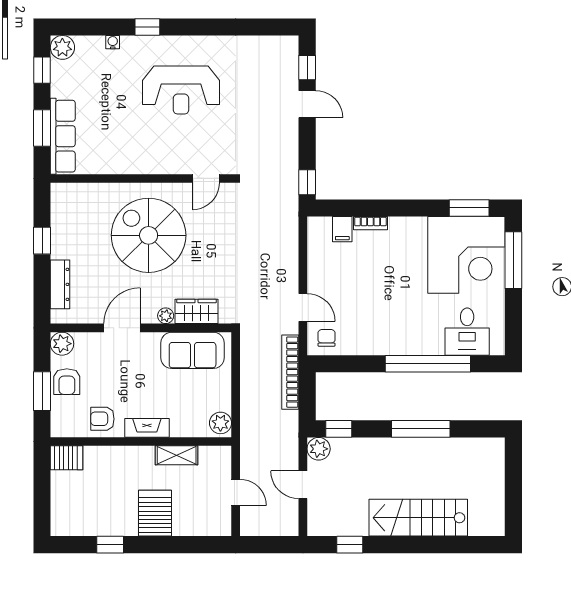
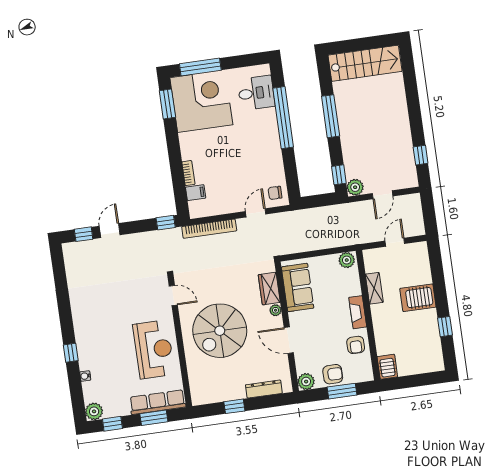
reception desk: (181, 90) -> (154, 349), moved
bookcase: (290, 372) -> (209, 229), moved
stairs: (418, 518) -> (365, 63), moved, turned -90

